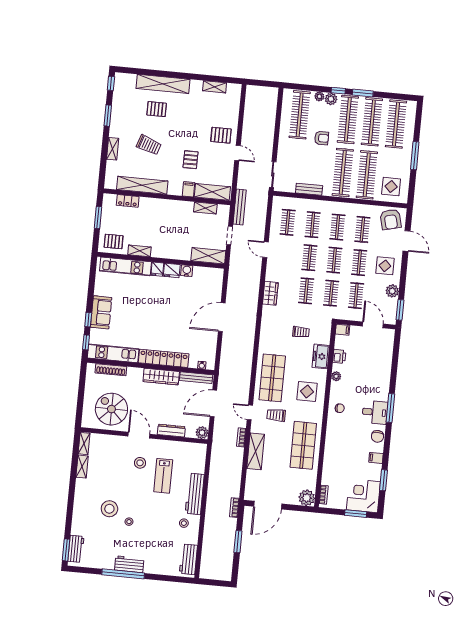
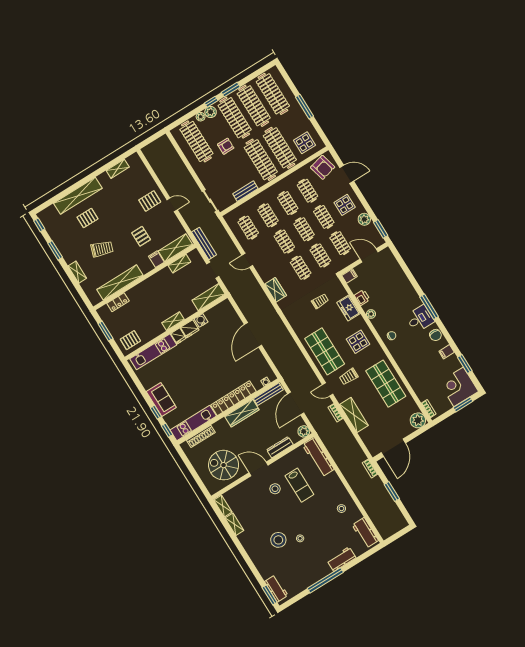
shelving: (139, 251) -> (173, 321), moved
workbench: (195, 494) -> (318, 457), moved
workbench: (129, 564) -> (341, 559), moved

